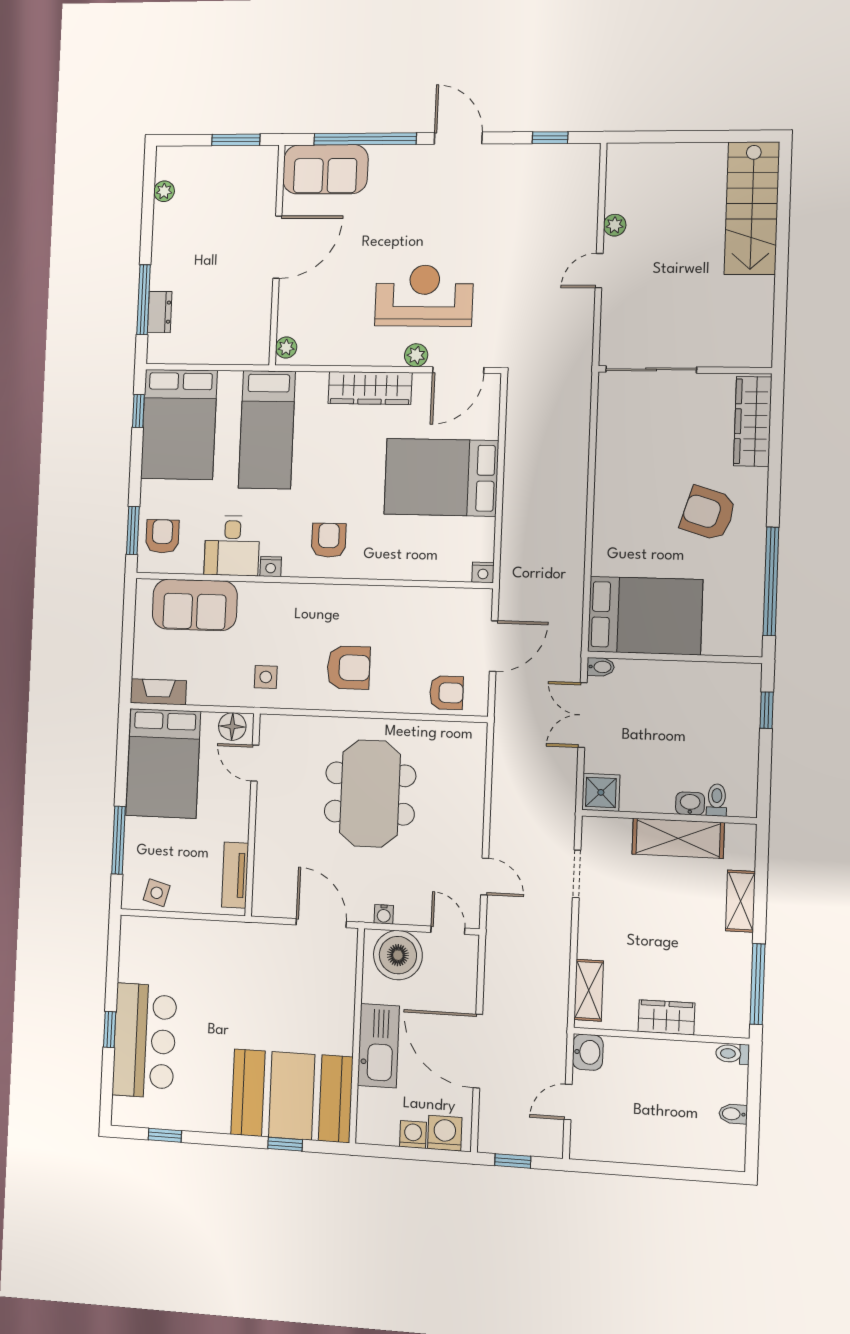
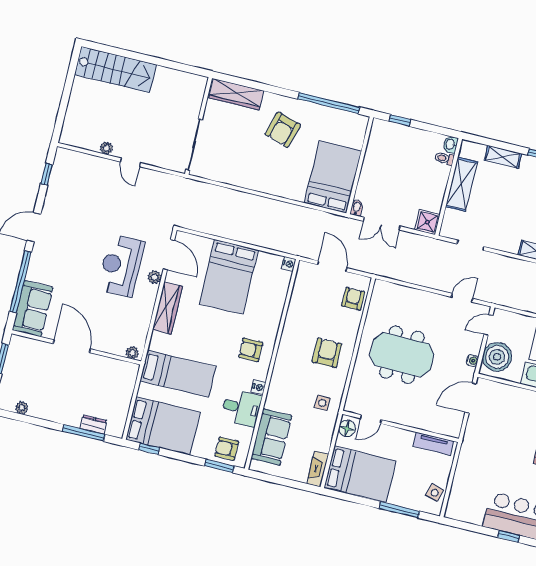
washbasin: (690, 803) -> (451, 144), moved

